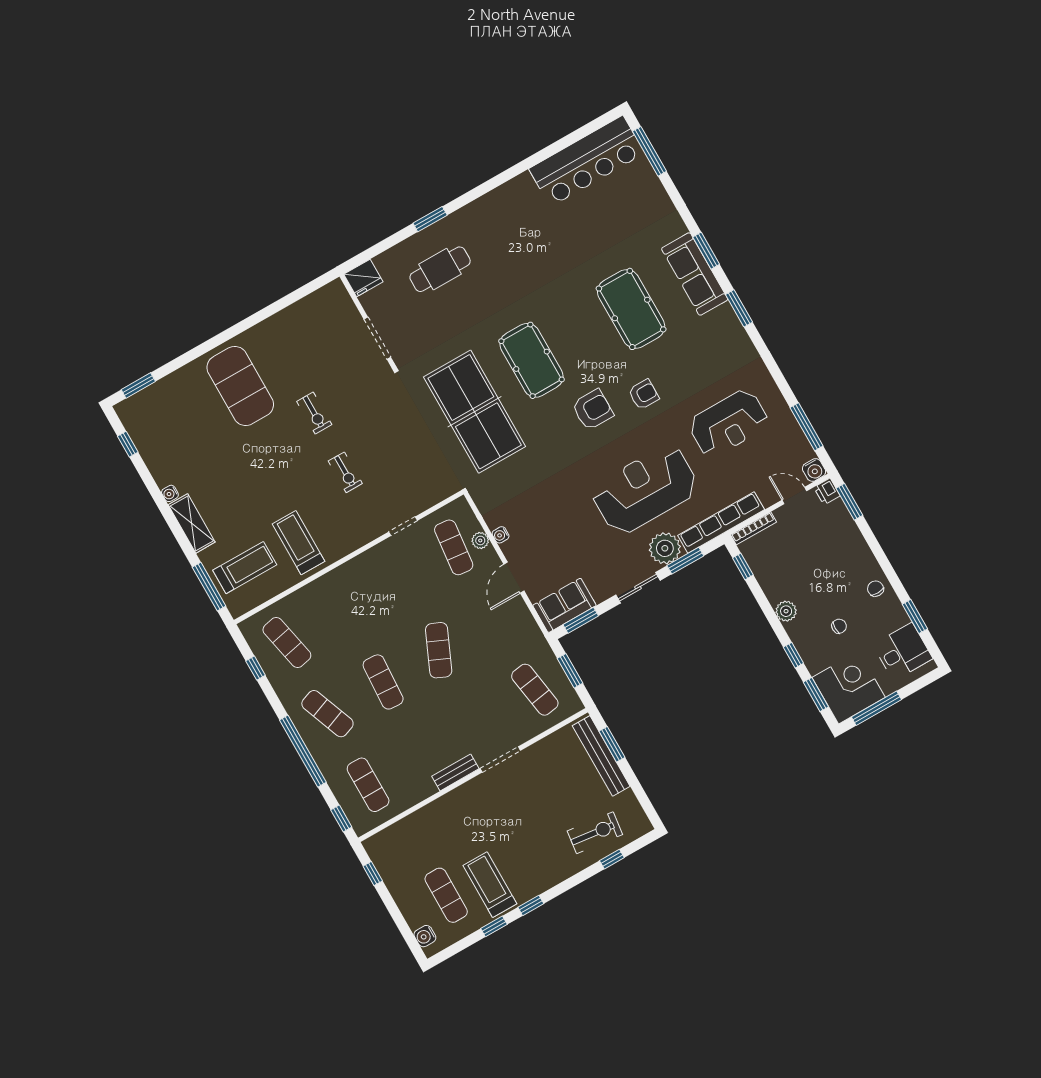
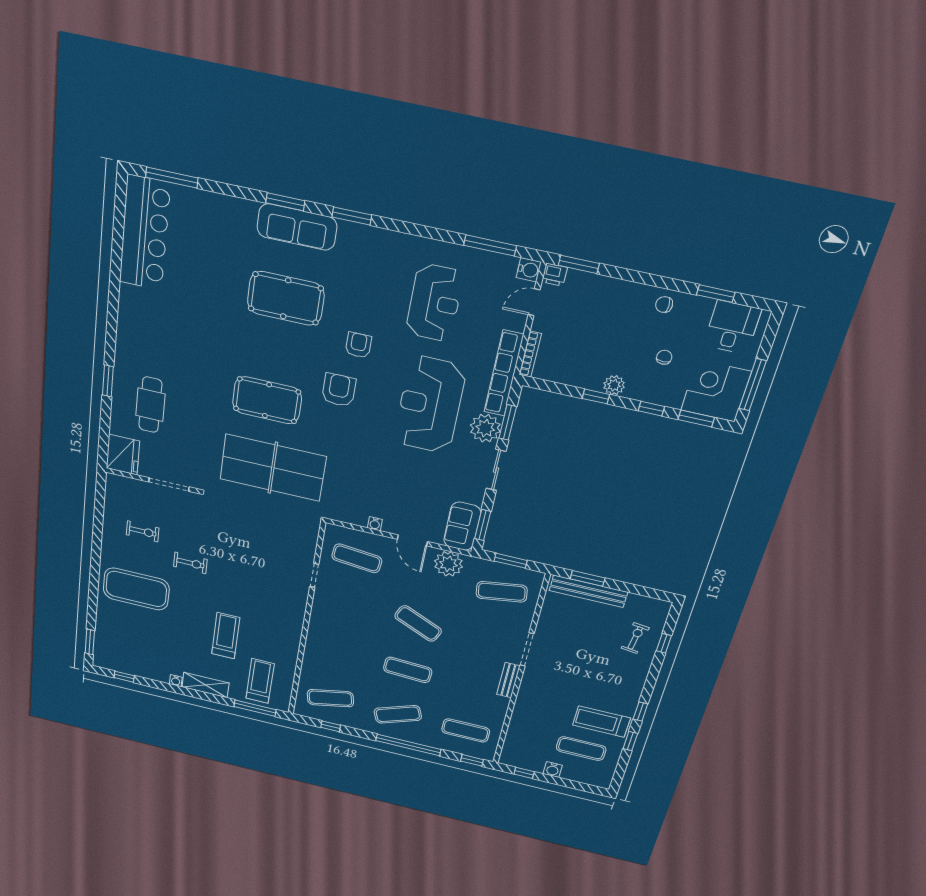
fridge: (363, 278) -> (123, 455), width x1.36, depth x1.34
exercise bike: (345, 472) -> (143, 531), moved
plant: (480, 540) -> (448, 564), moved, width x1.87, depth x1.87
treadmill: (298, 543) -> (226, 636), moved, turned 90
window: (743, 566) -> (596, 396), moved
exercise bike: (595, 833) -> (635, 638), width x0.73, depth x0.72
water cooler: (425, 936) -> (553, 770), moved

